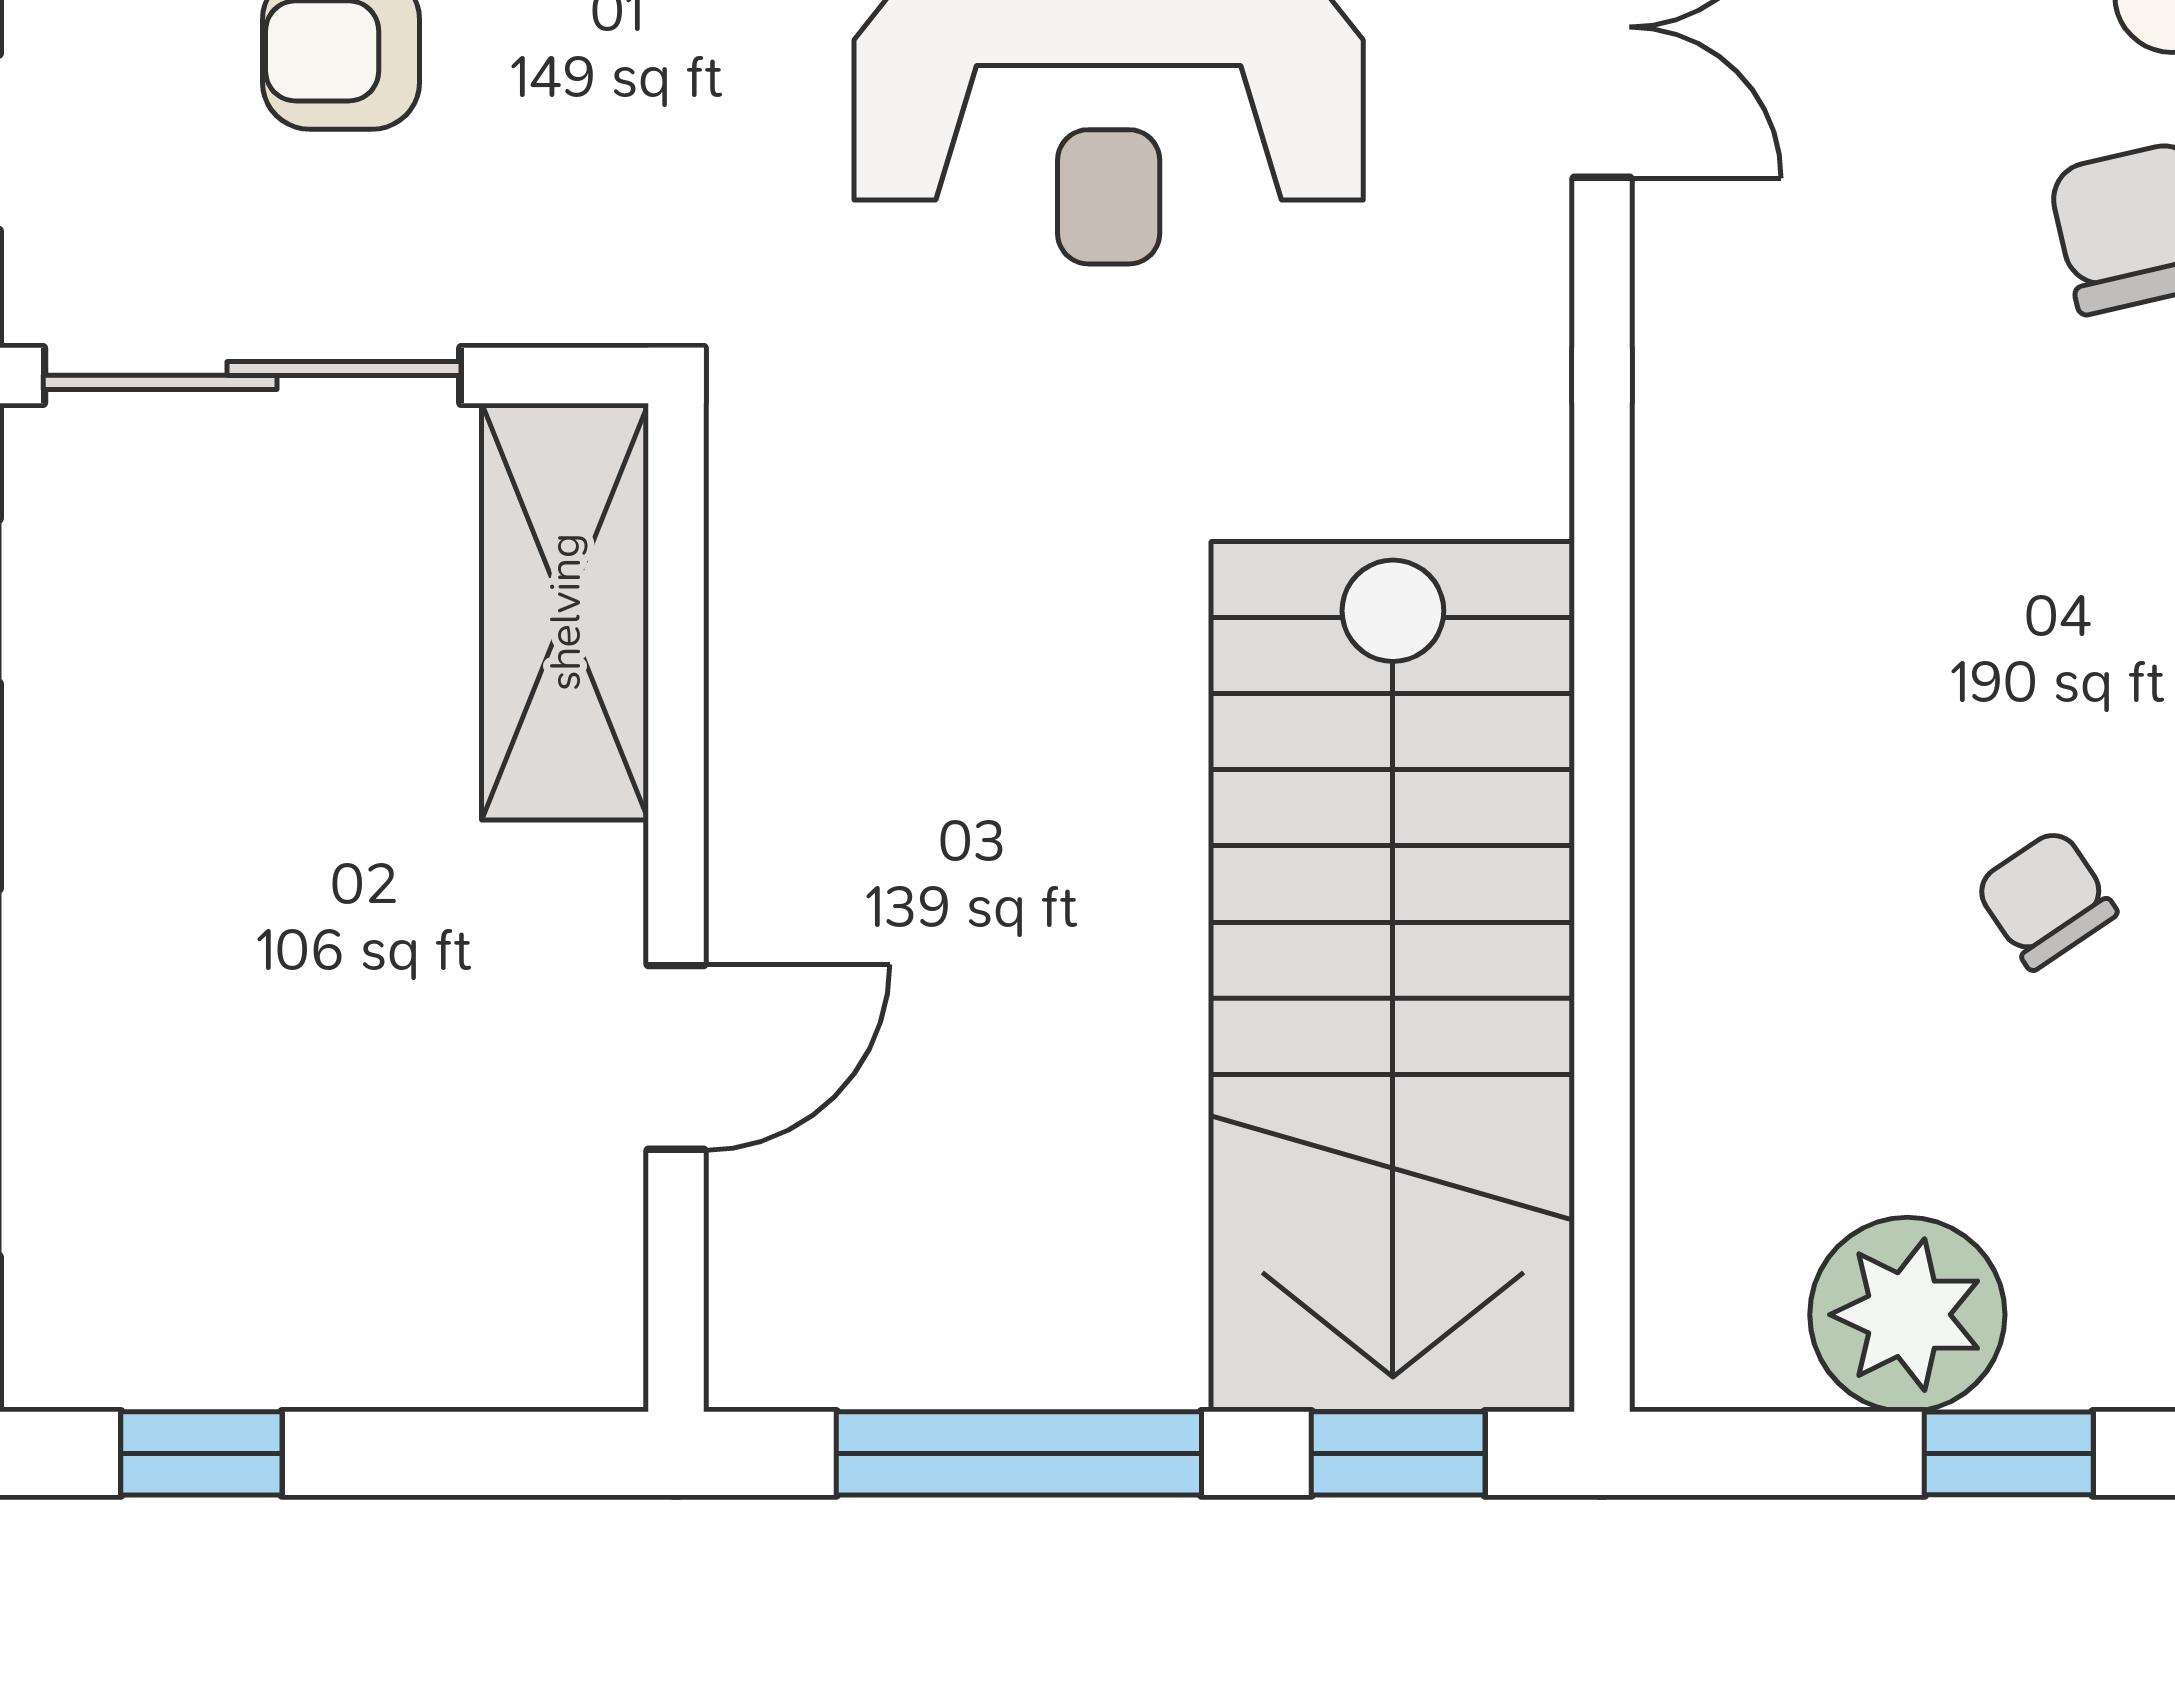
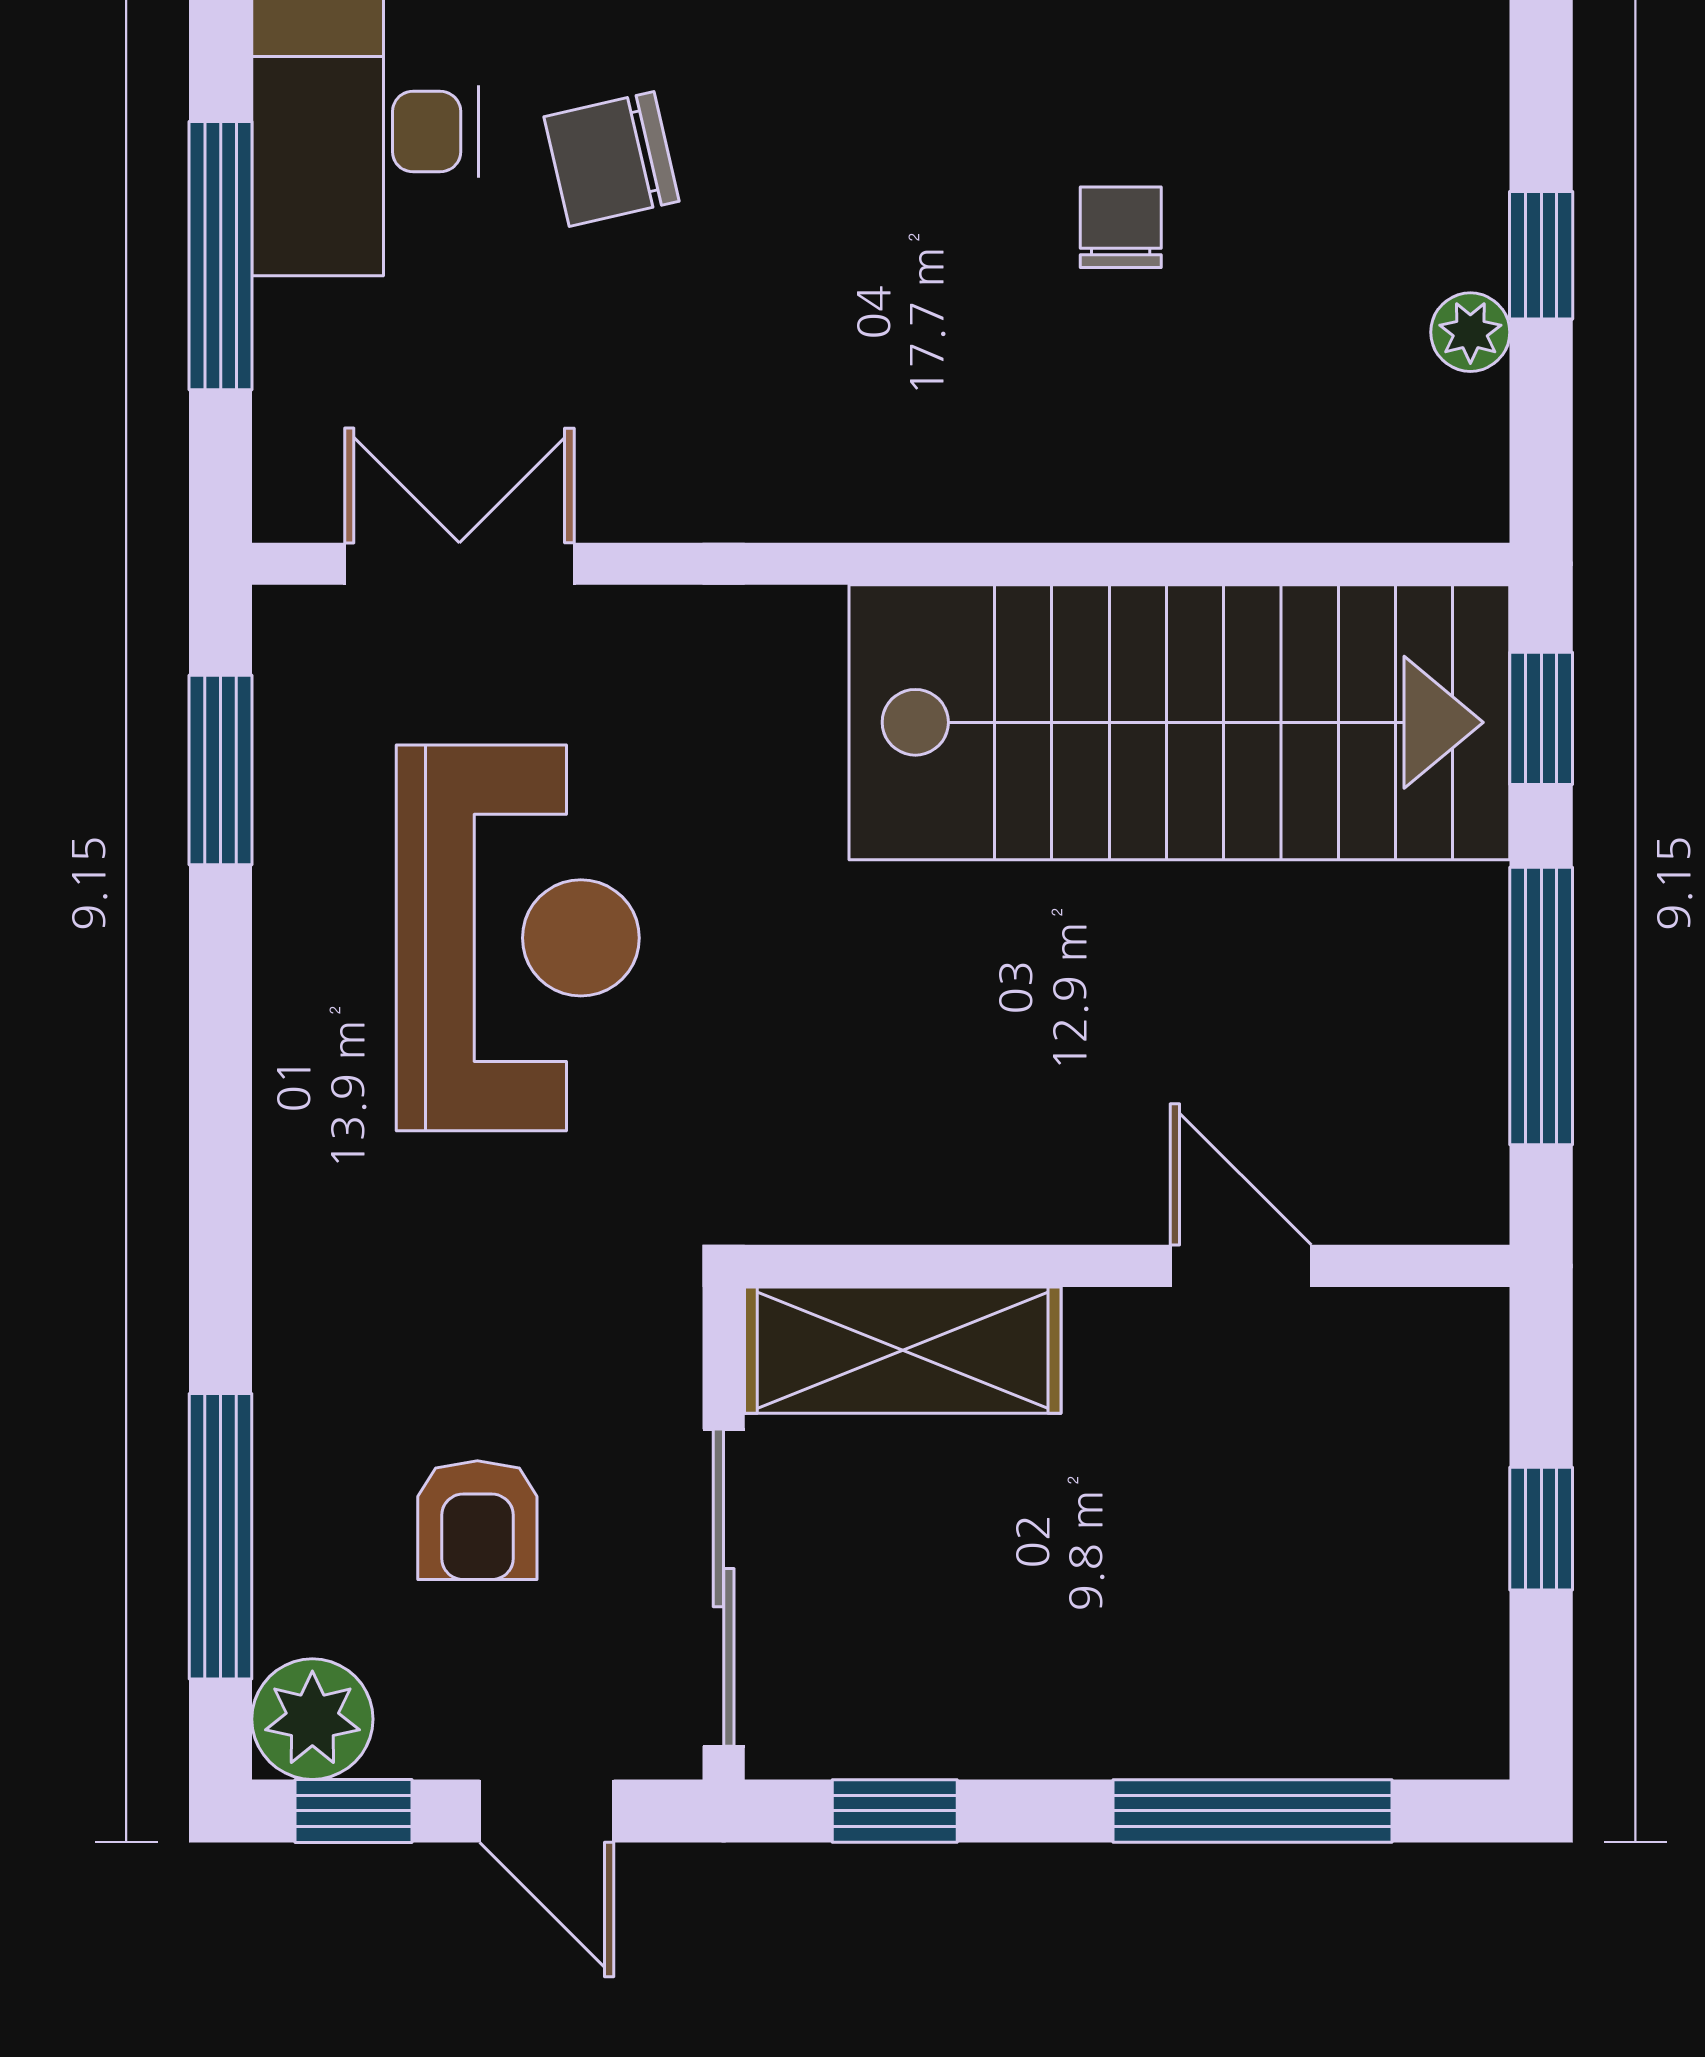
chair: (2046, 899) -> (1121, 227), turned 124
plant: (1907, 1315) -> (1470, 332), width x0.53, depth x0.53
window: (201, 1453) -> (1541, 1529), moved

